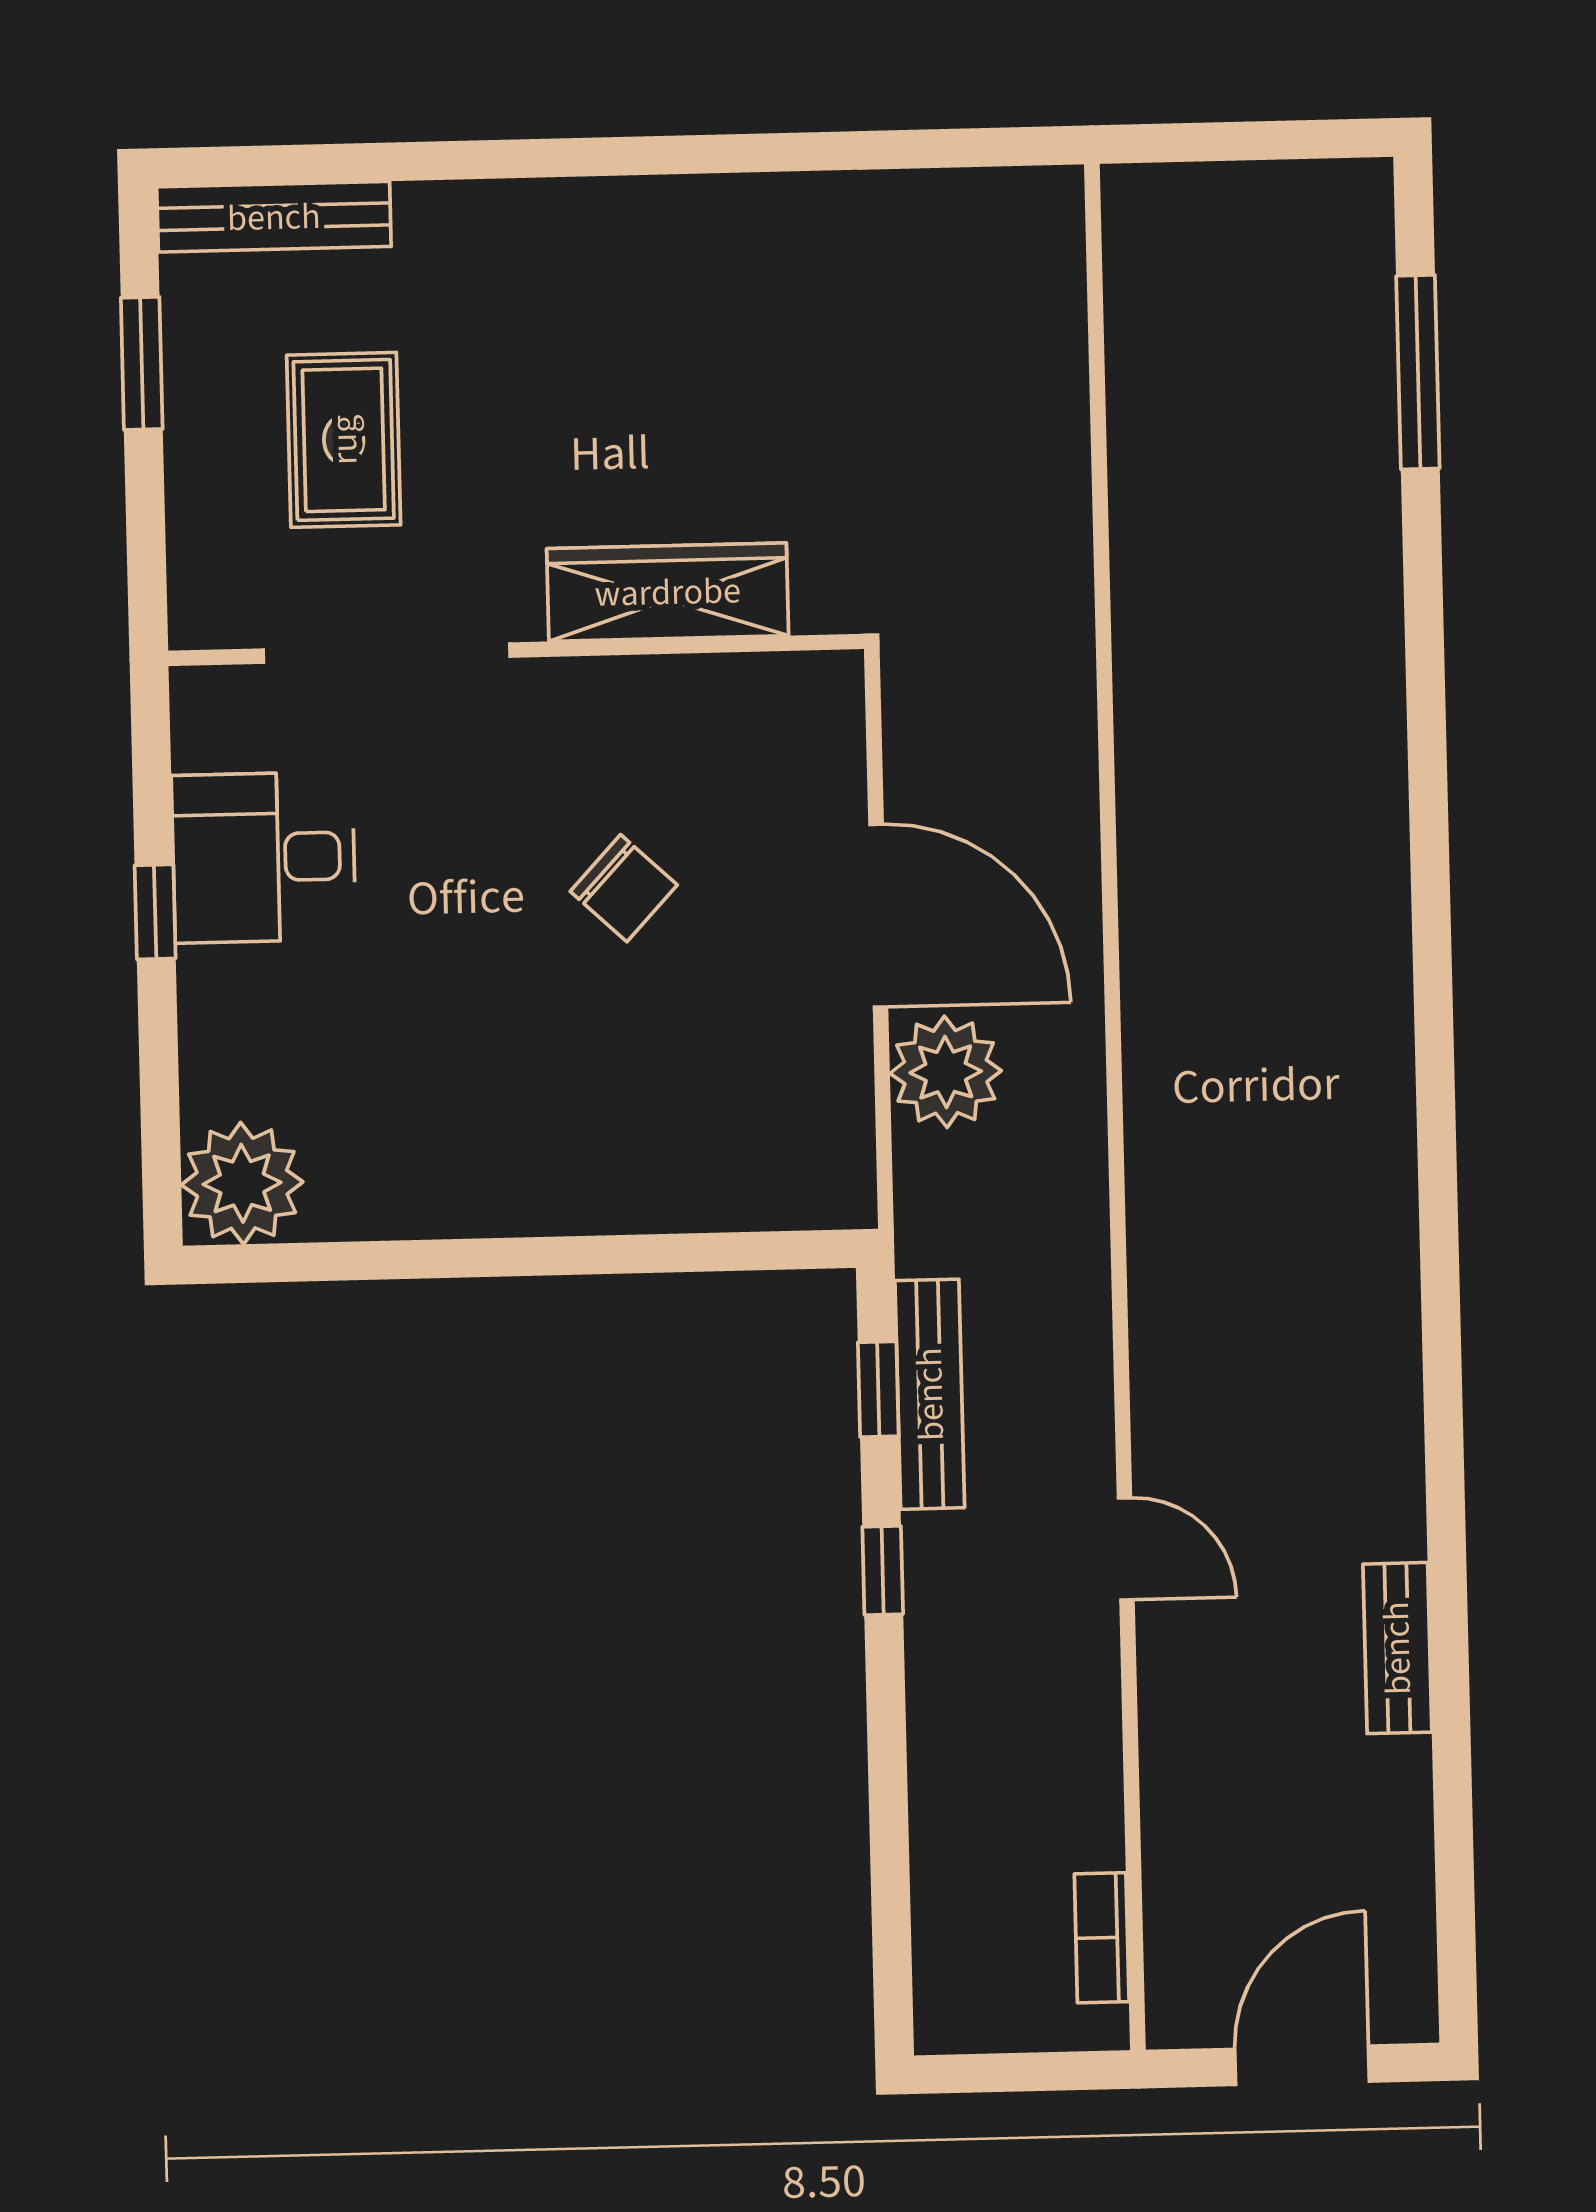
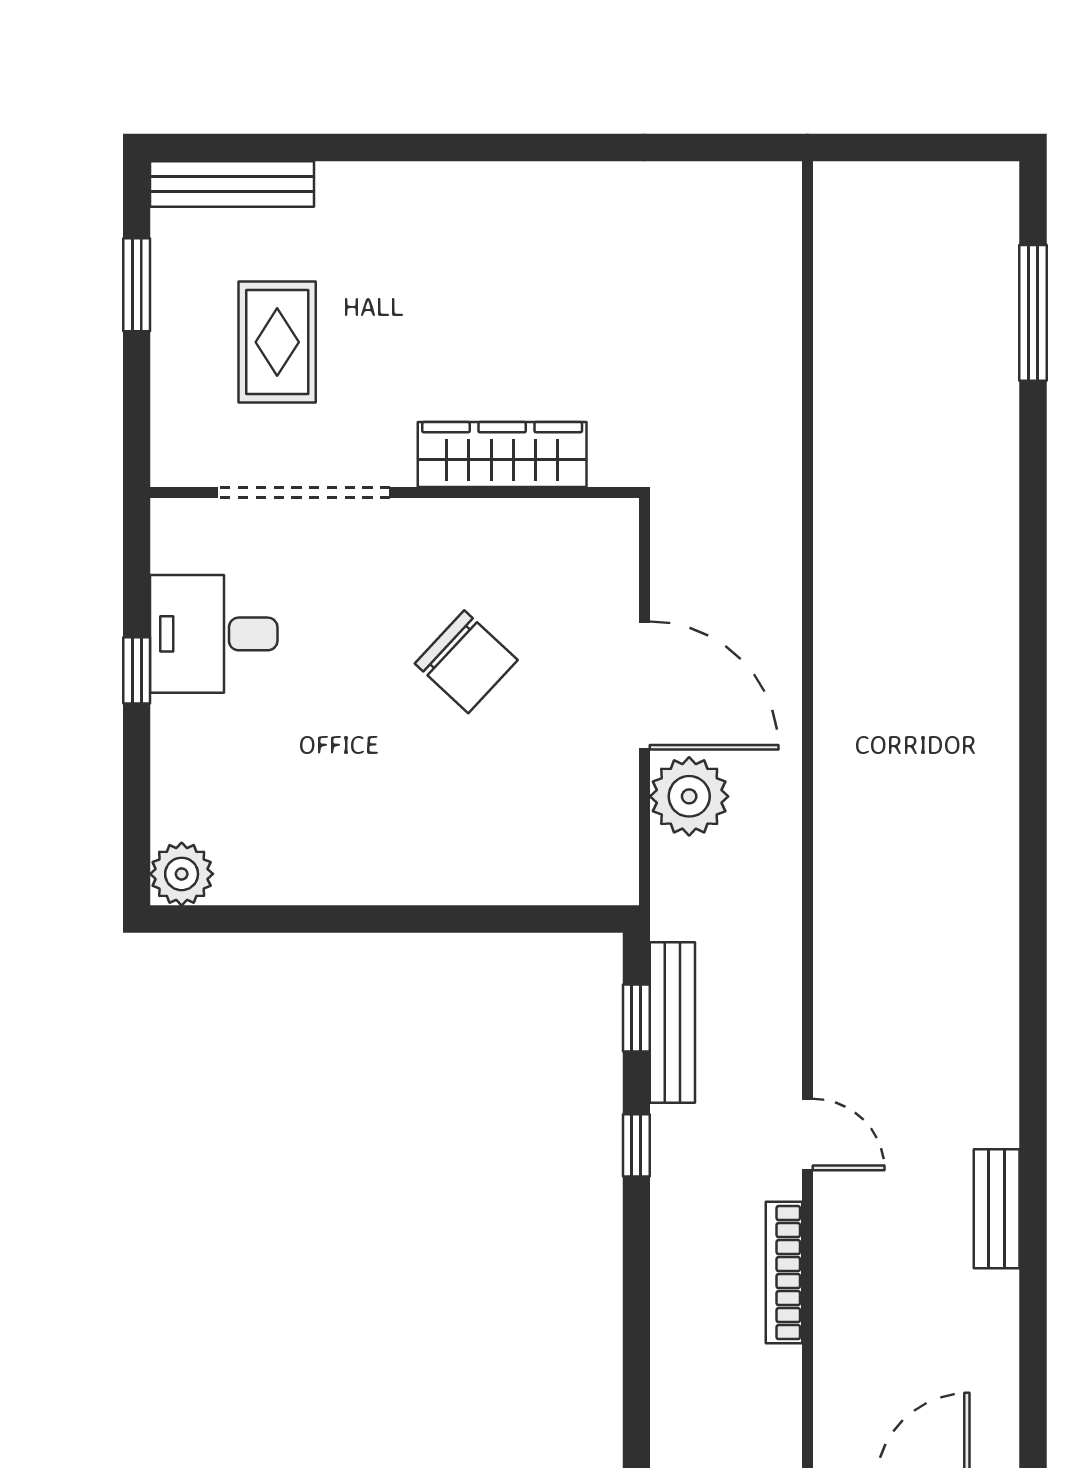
chair: (624, 888) -> (466, 662), width x1.37, depth x1.37
plant: (242, 1183) -> (182, 874), width x0.73, depth x0.73
bookcase: (1102, 1938) -> (784, 1273), moved, width x1.56

